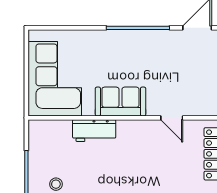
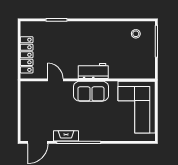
fireplace: (156, 37) -> (66, 136), added
workbench: (94, 131) -> (93, 71), moved

